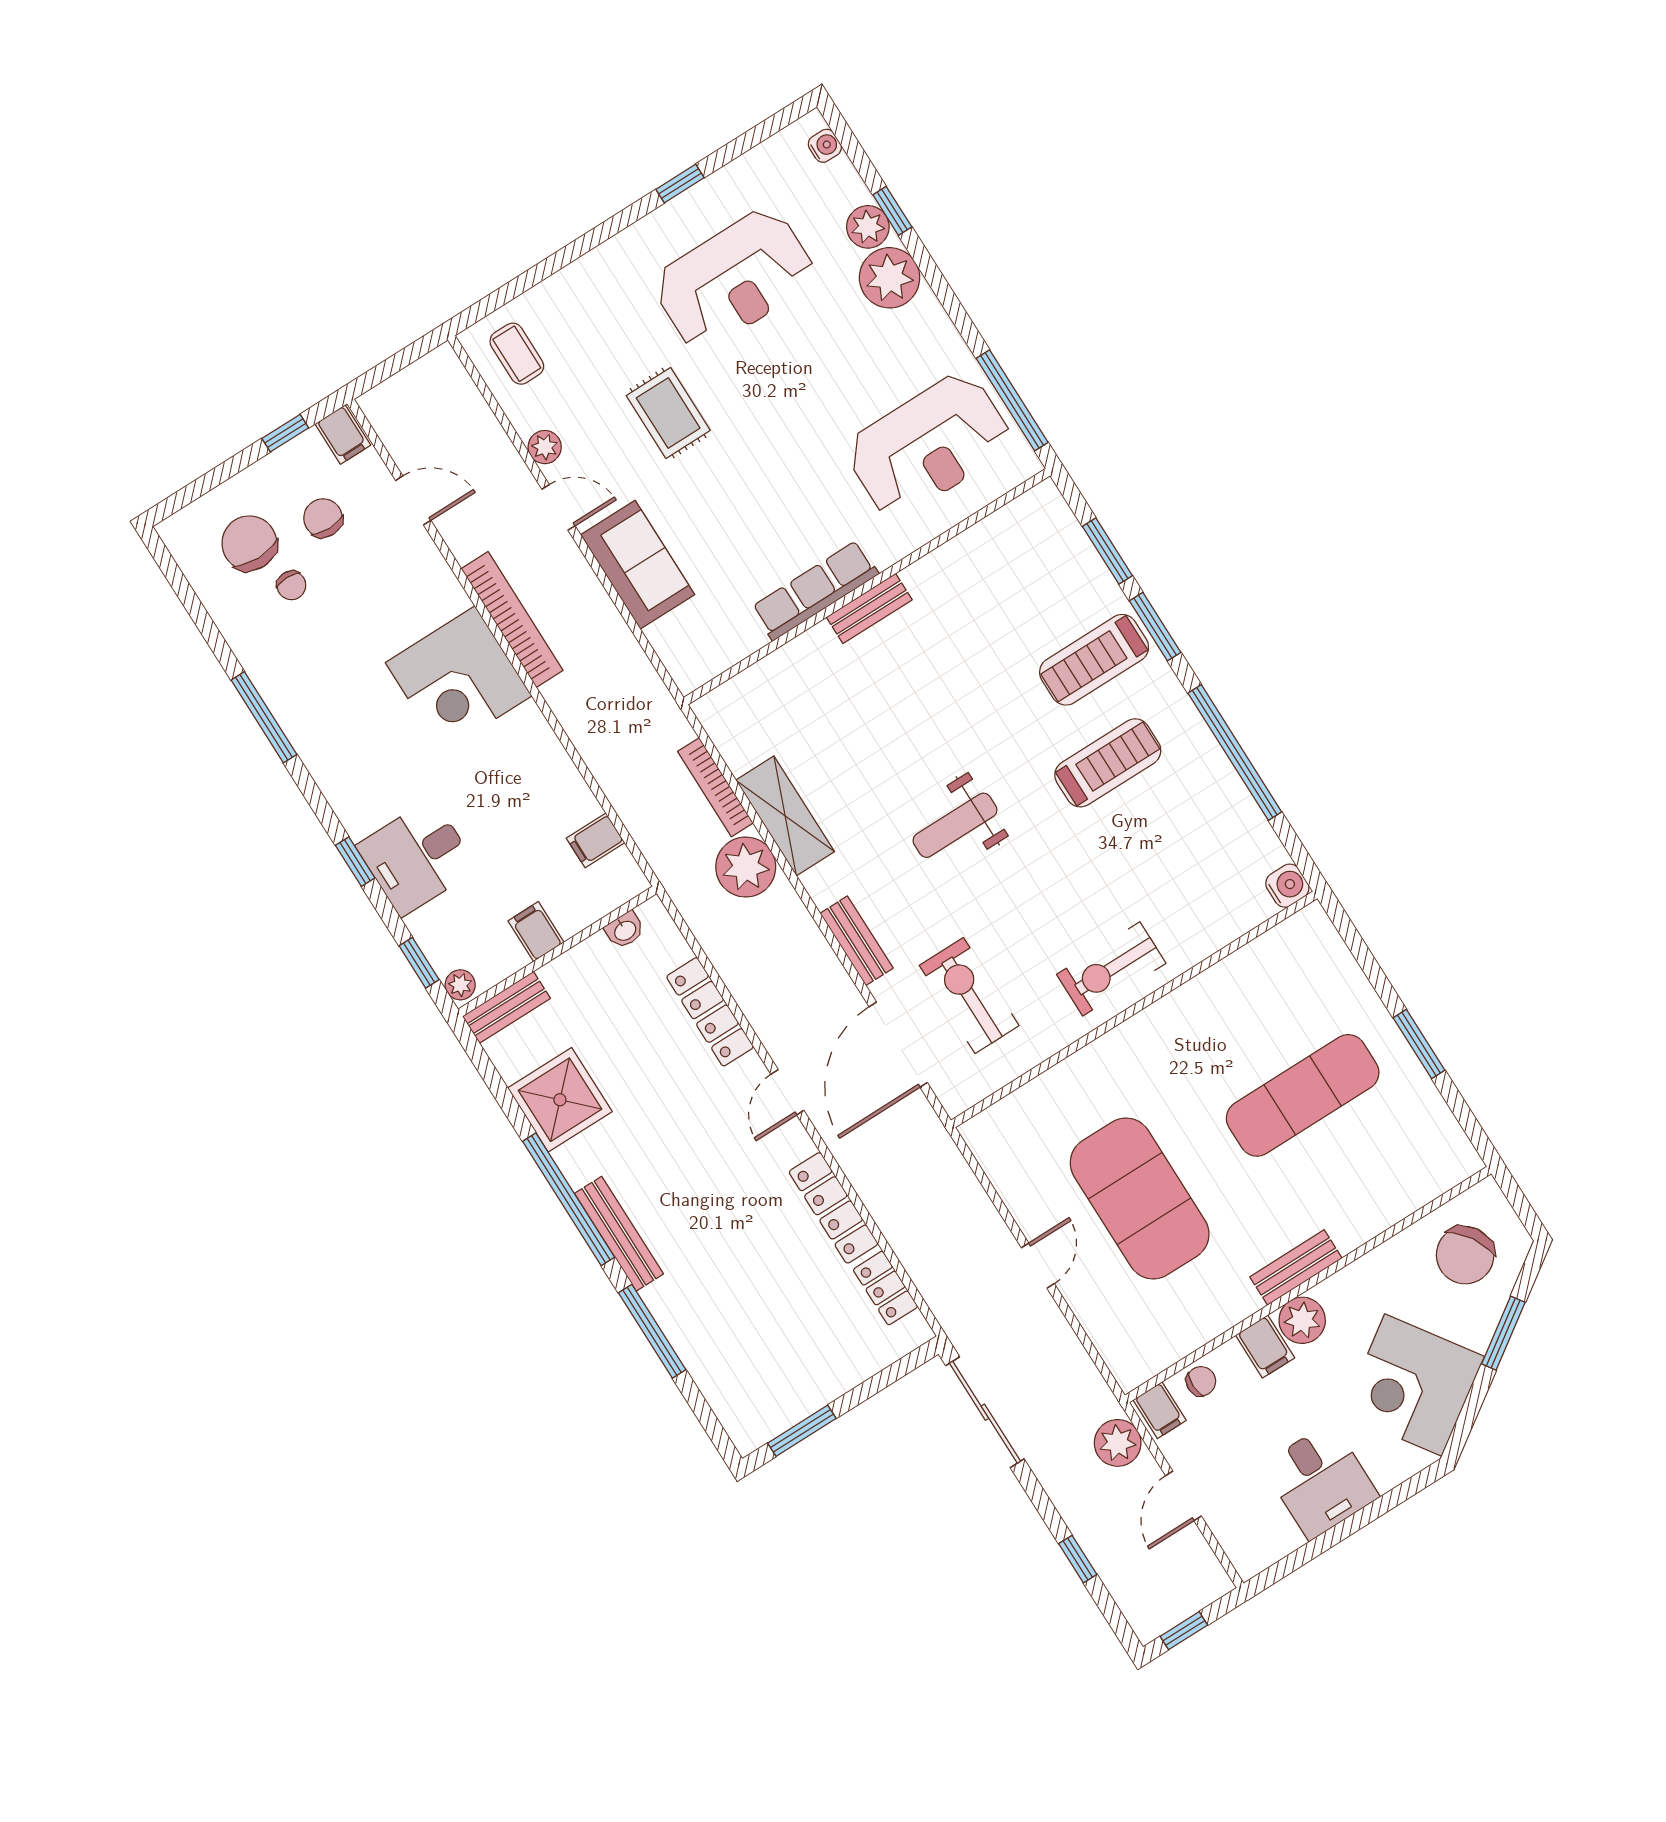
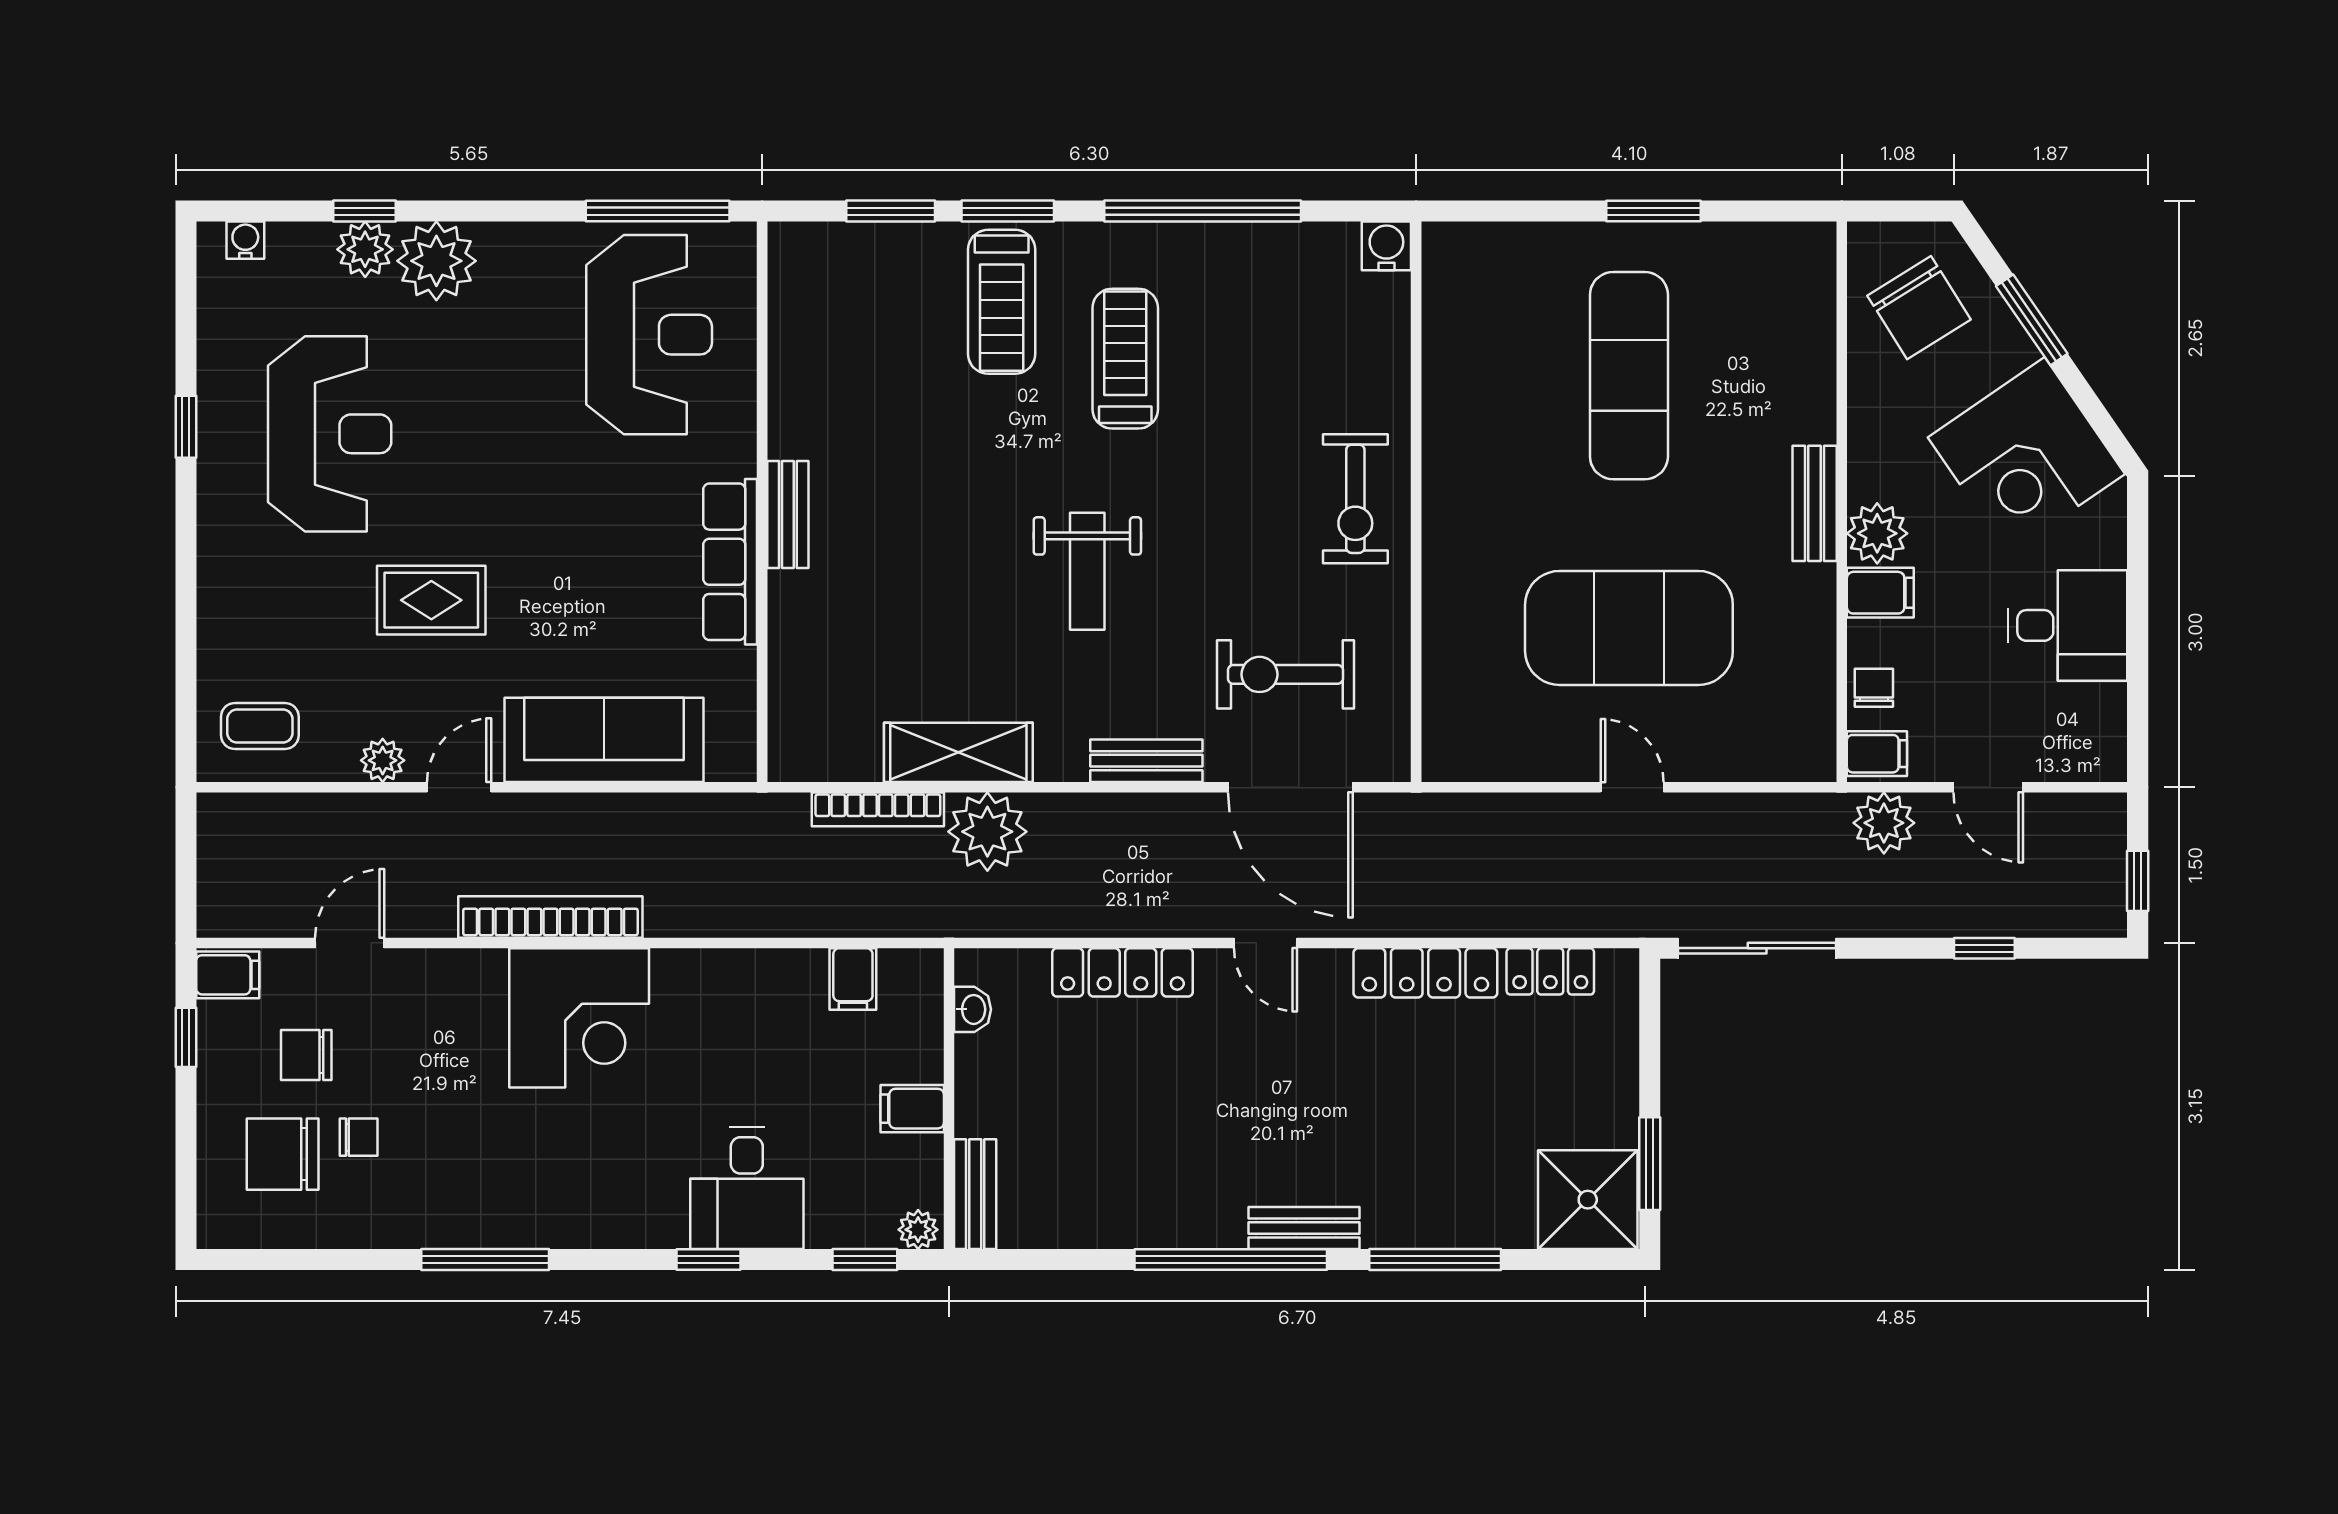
sofa: (638, 565) -> (604, 740), width x1.36
shower: (560, 1100) -> (1588, 1200), moved
bench: (619, 1234) -> (1304, 1228), width x0.73

